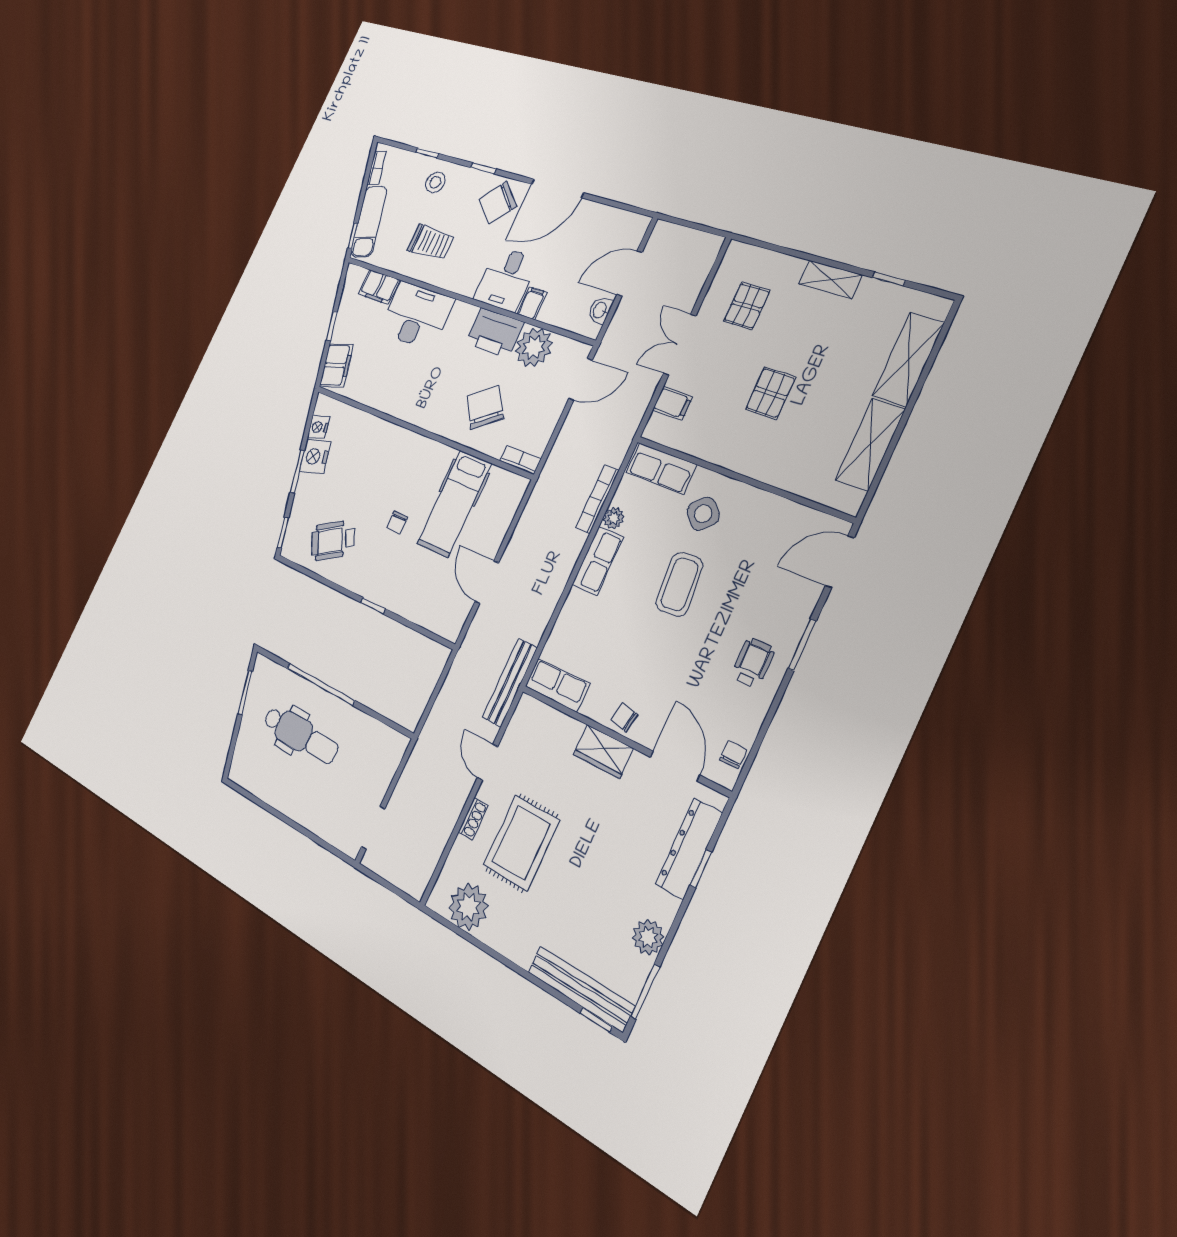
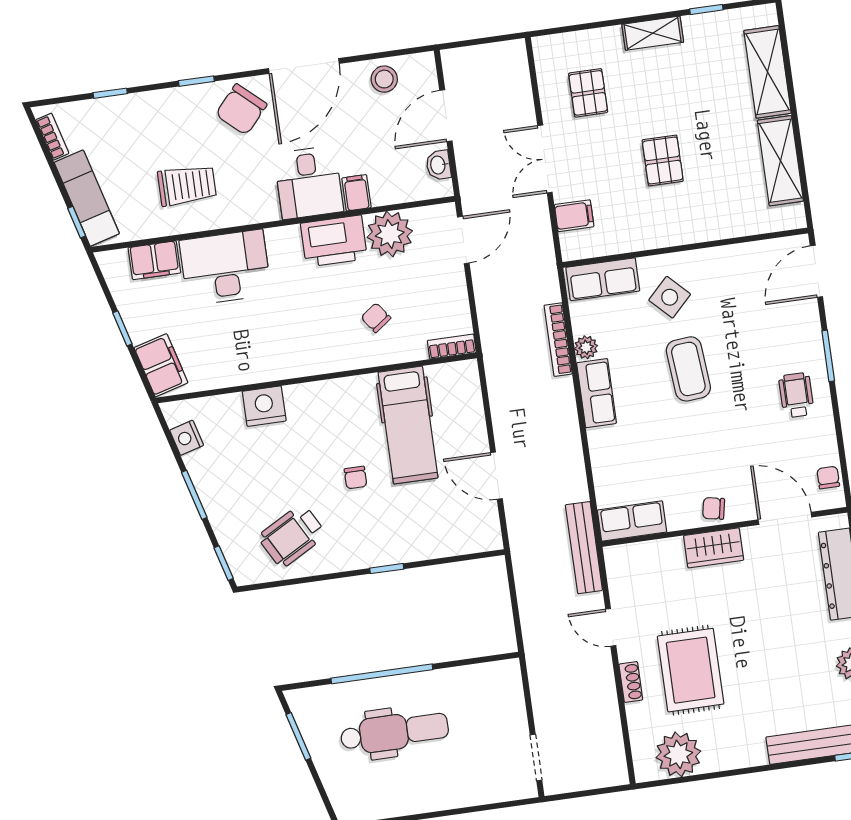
stool: (435, 182) -> (384, 79), moved
chair: (485, 407) -> (376, 318), width x0.54, depth x0.54
nightstand: (315, 457) -> (264, 406), moved, turned 105

